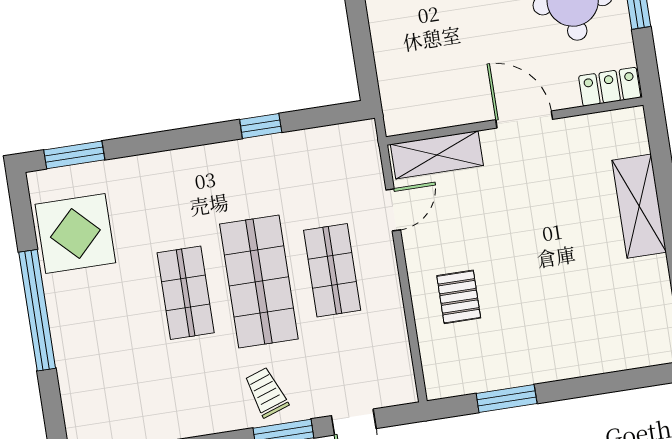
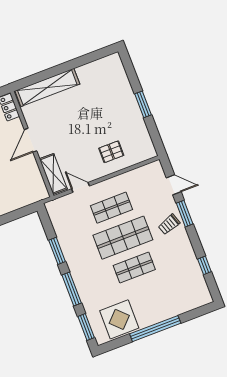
window: (261, 126) -> (57, 251), width x1.50
window: (167, 140) -> (72, 289), added
shelving: (639, 206) -> (47, 87), width x1.47
window: (507, 398) -> (143, 104), moved

